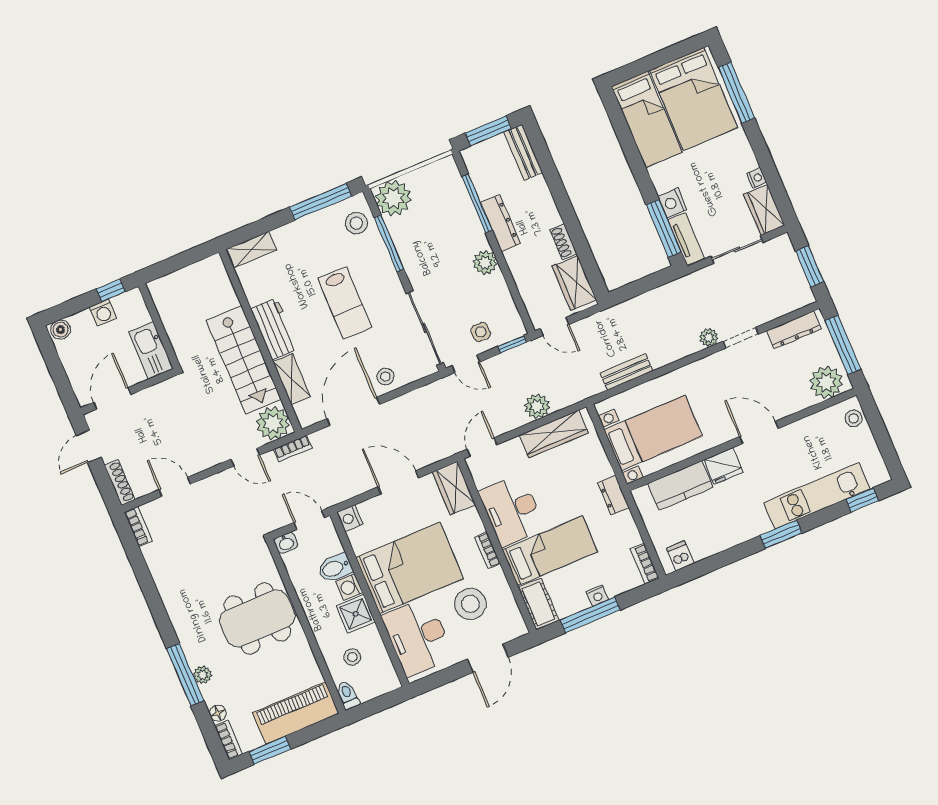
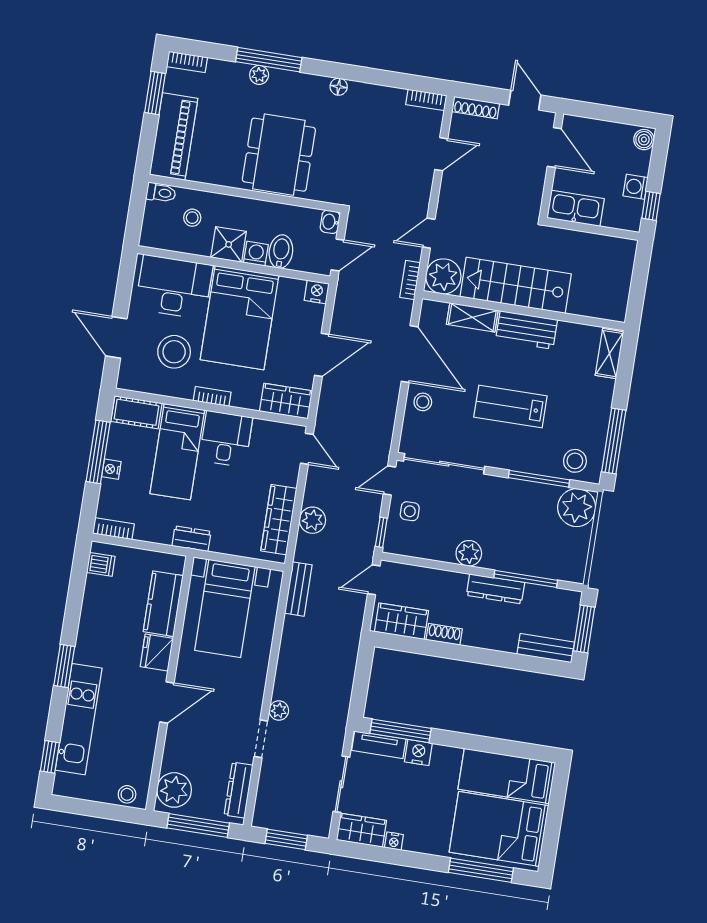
bench: (627, 372) -> (298, 589), moved
desk: (512, 510) -> (226, 439), width x0.73
floor lamp: (218, 713) -> (339, 87), moved

